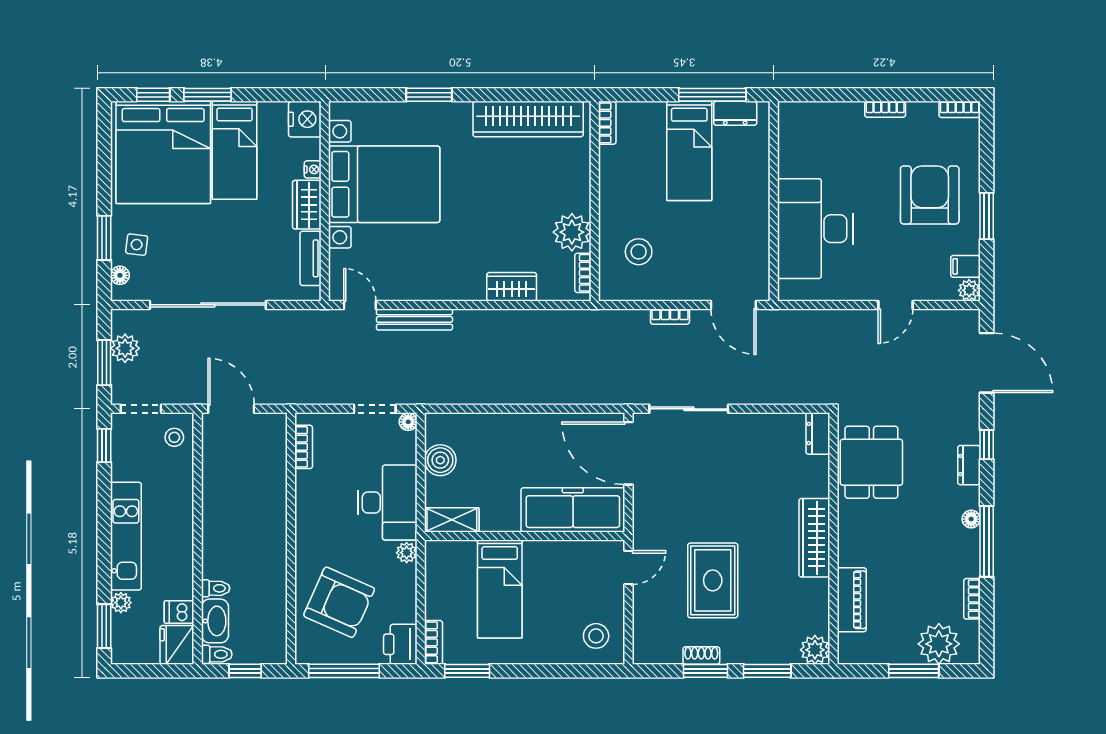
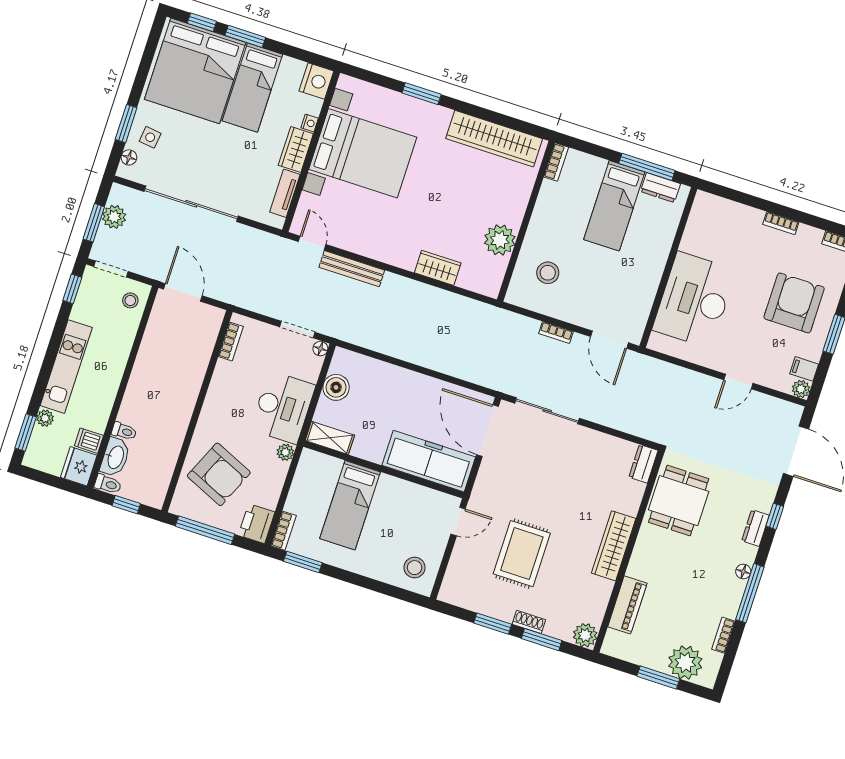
bookcase: (583, 273) -> (498, 275), removed
shoe rack: (701, 656) -> (529, 622), moved

